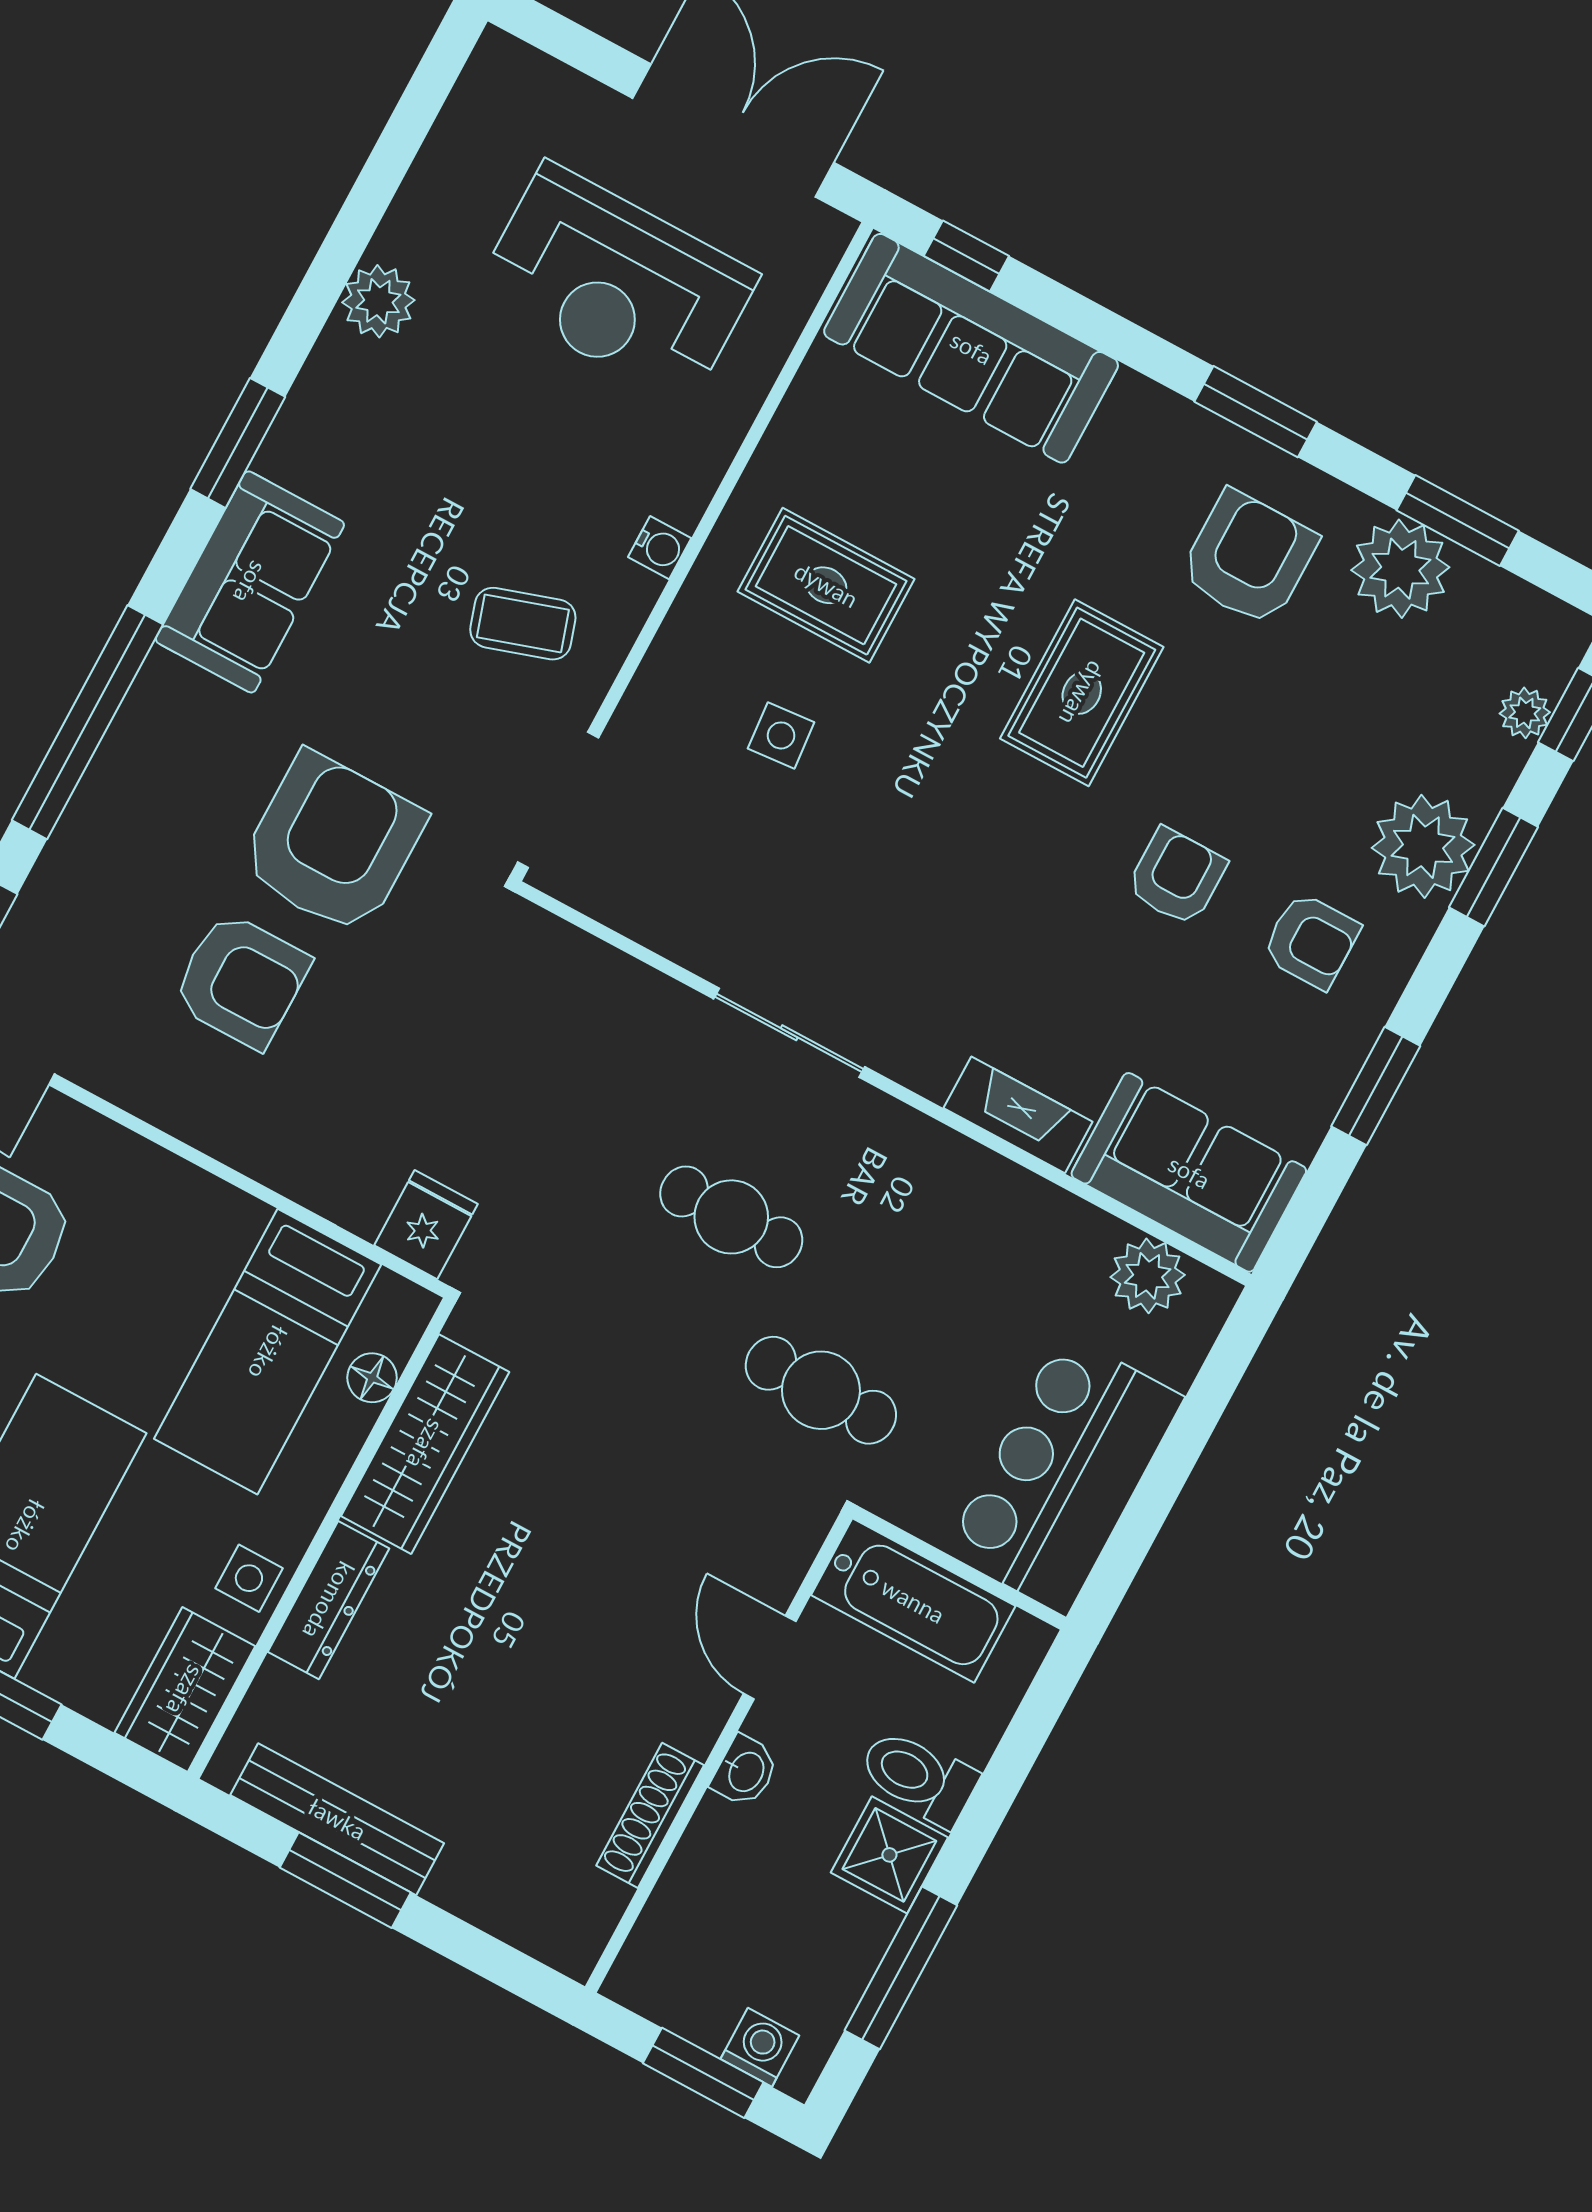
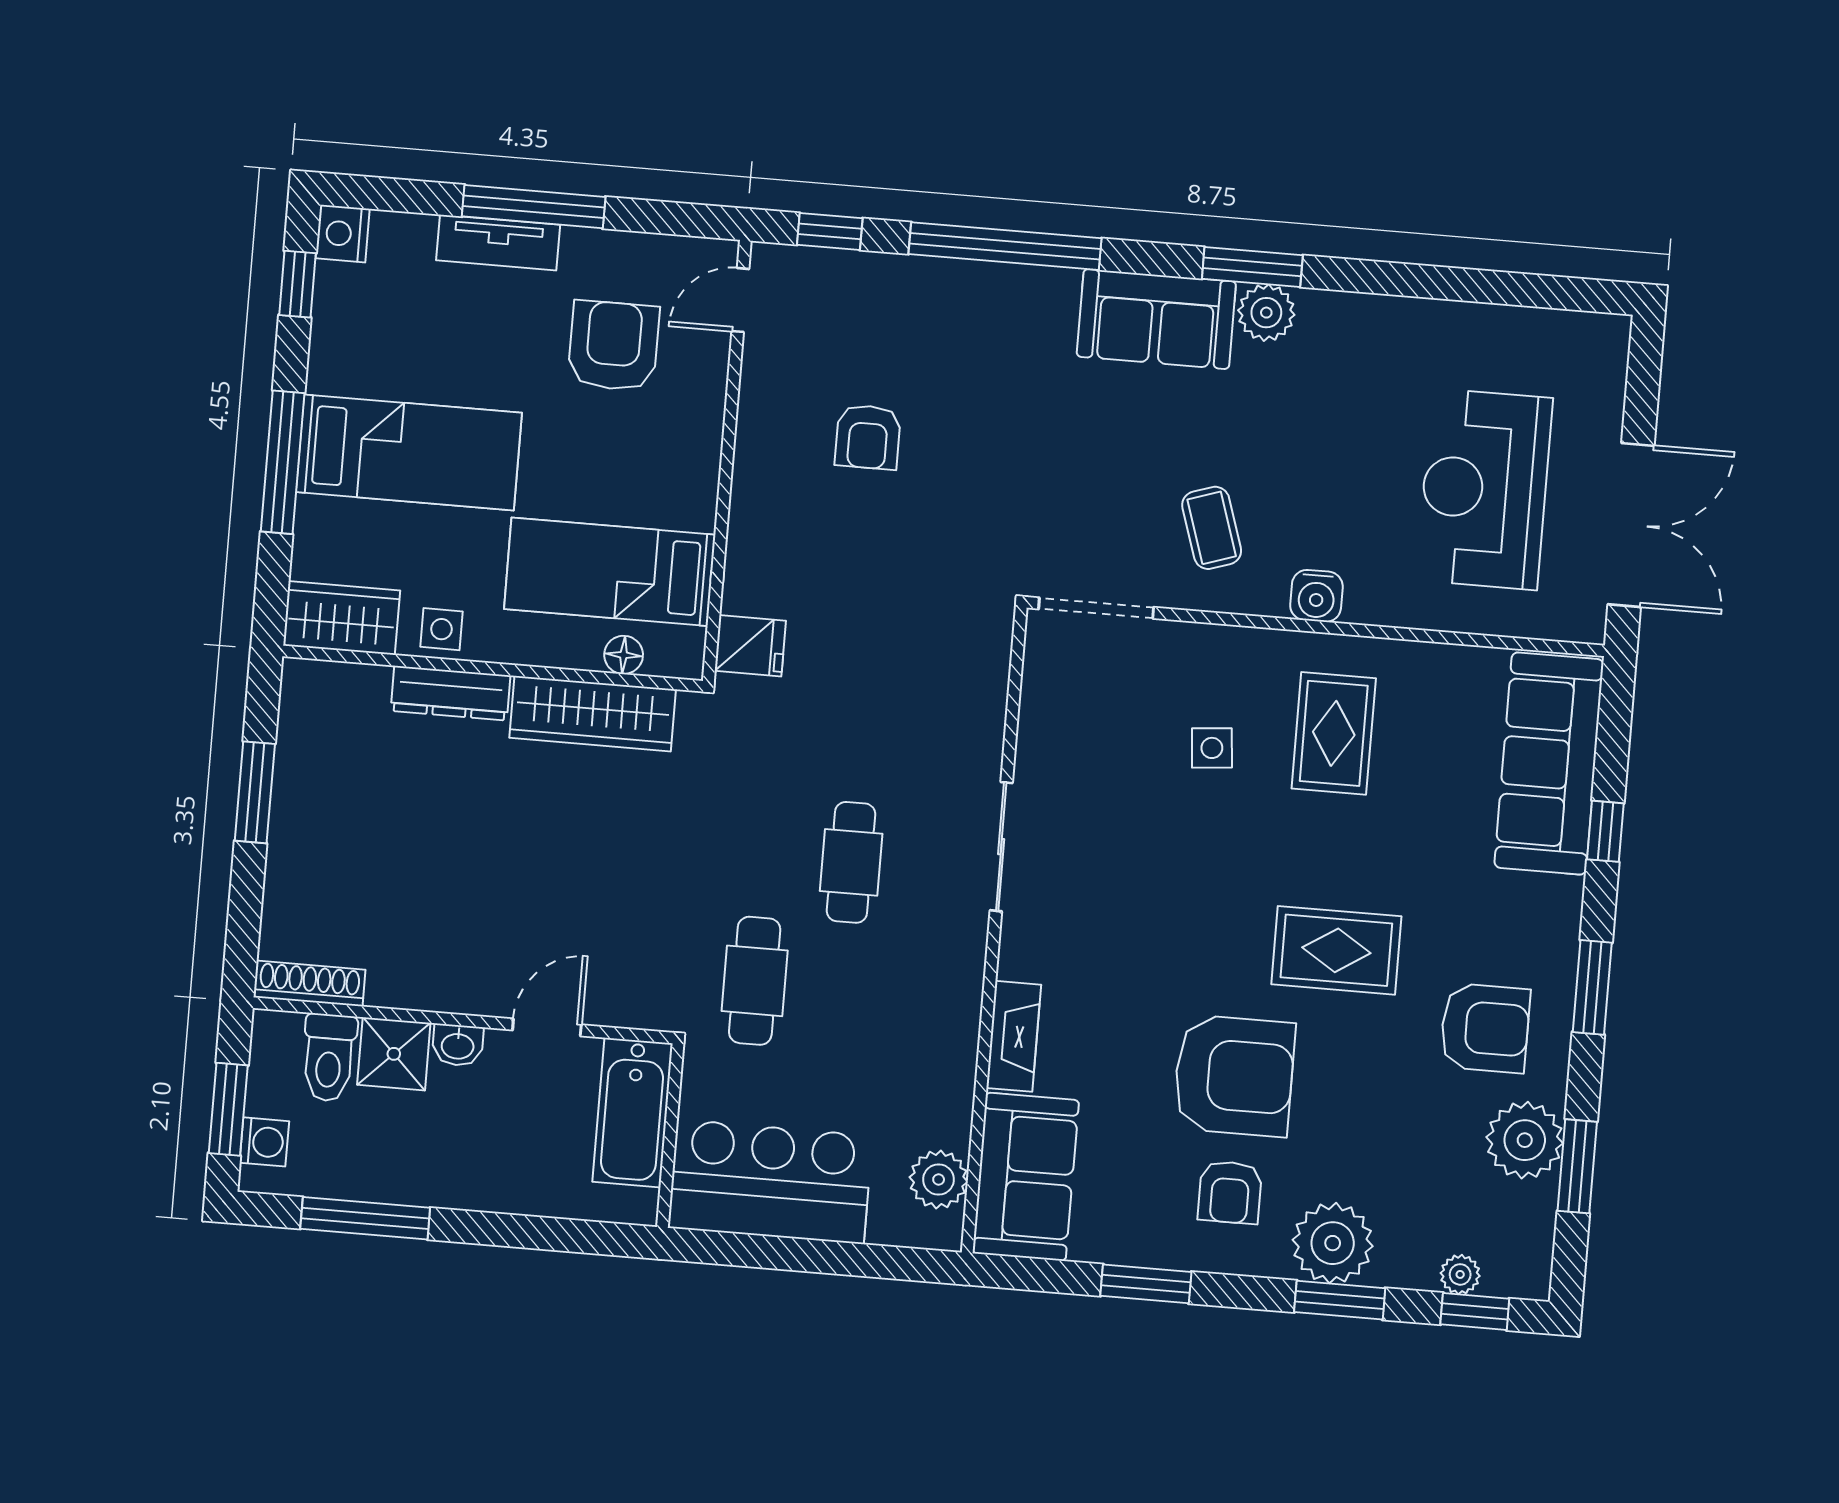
window: (966, 256) -> (1605, 831), moved
plant: (378, 301) -> (1266, 313), moved
water cooler: (660, 548) -> (1316, 596), width x1.38, depth x1.38
armchair: (332, 843) -> (995, 460), removed
armchair: (1177, 877) -> (1234, 1076), width x1.88, depth x1.88
armchair: (241, 980) -> (868, 437), width x0.72, depth x0.72
toilet: (918, 1777) -> (329, 1058), moved, turned 180
shoe rack: (650, 1815) -> (309, 983), moved
bench: (337, 1819) -> (296, 768), removed
shower: (889, 1855) -> (394, 1054), moved

